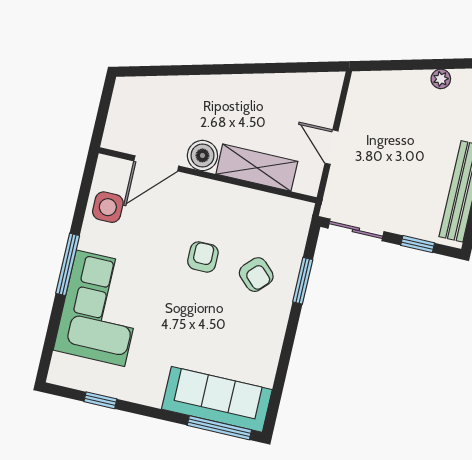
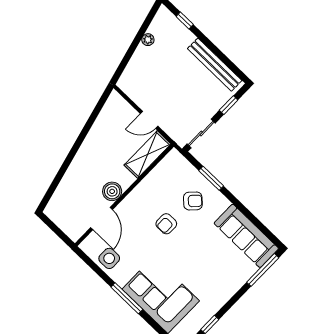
shelving: (257, 168) -> (148, 154), moved
armchair: (203, 257) -> (166, 224), turned -90
sofa: (217, 399) -> (246, 236), moved, turned -90

